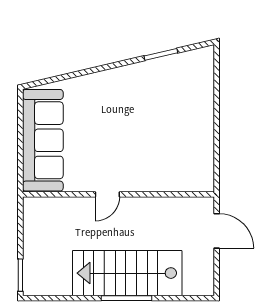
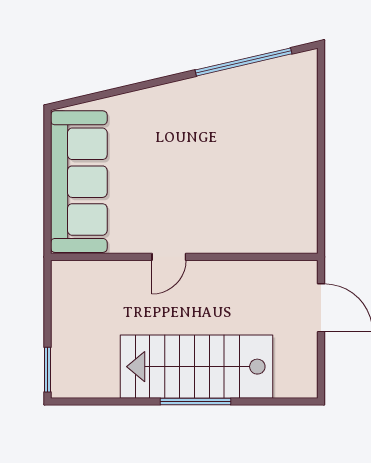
window: (161, 54) -> (243, 62), width x2.11

